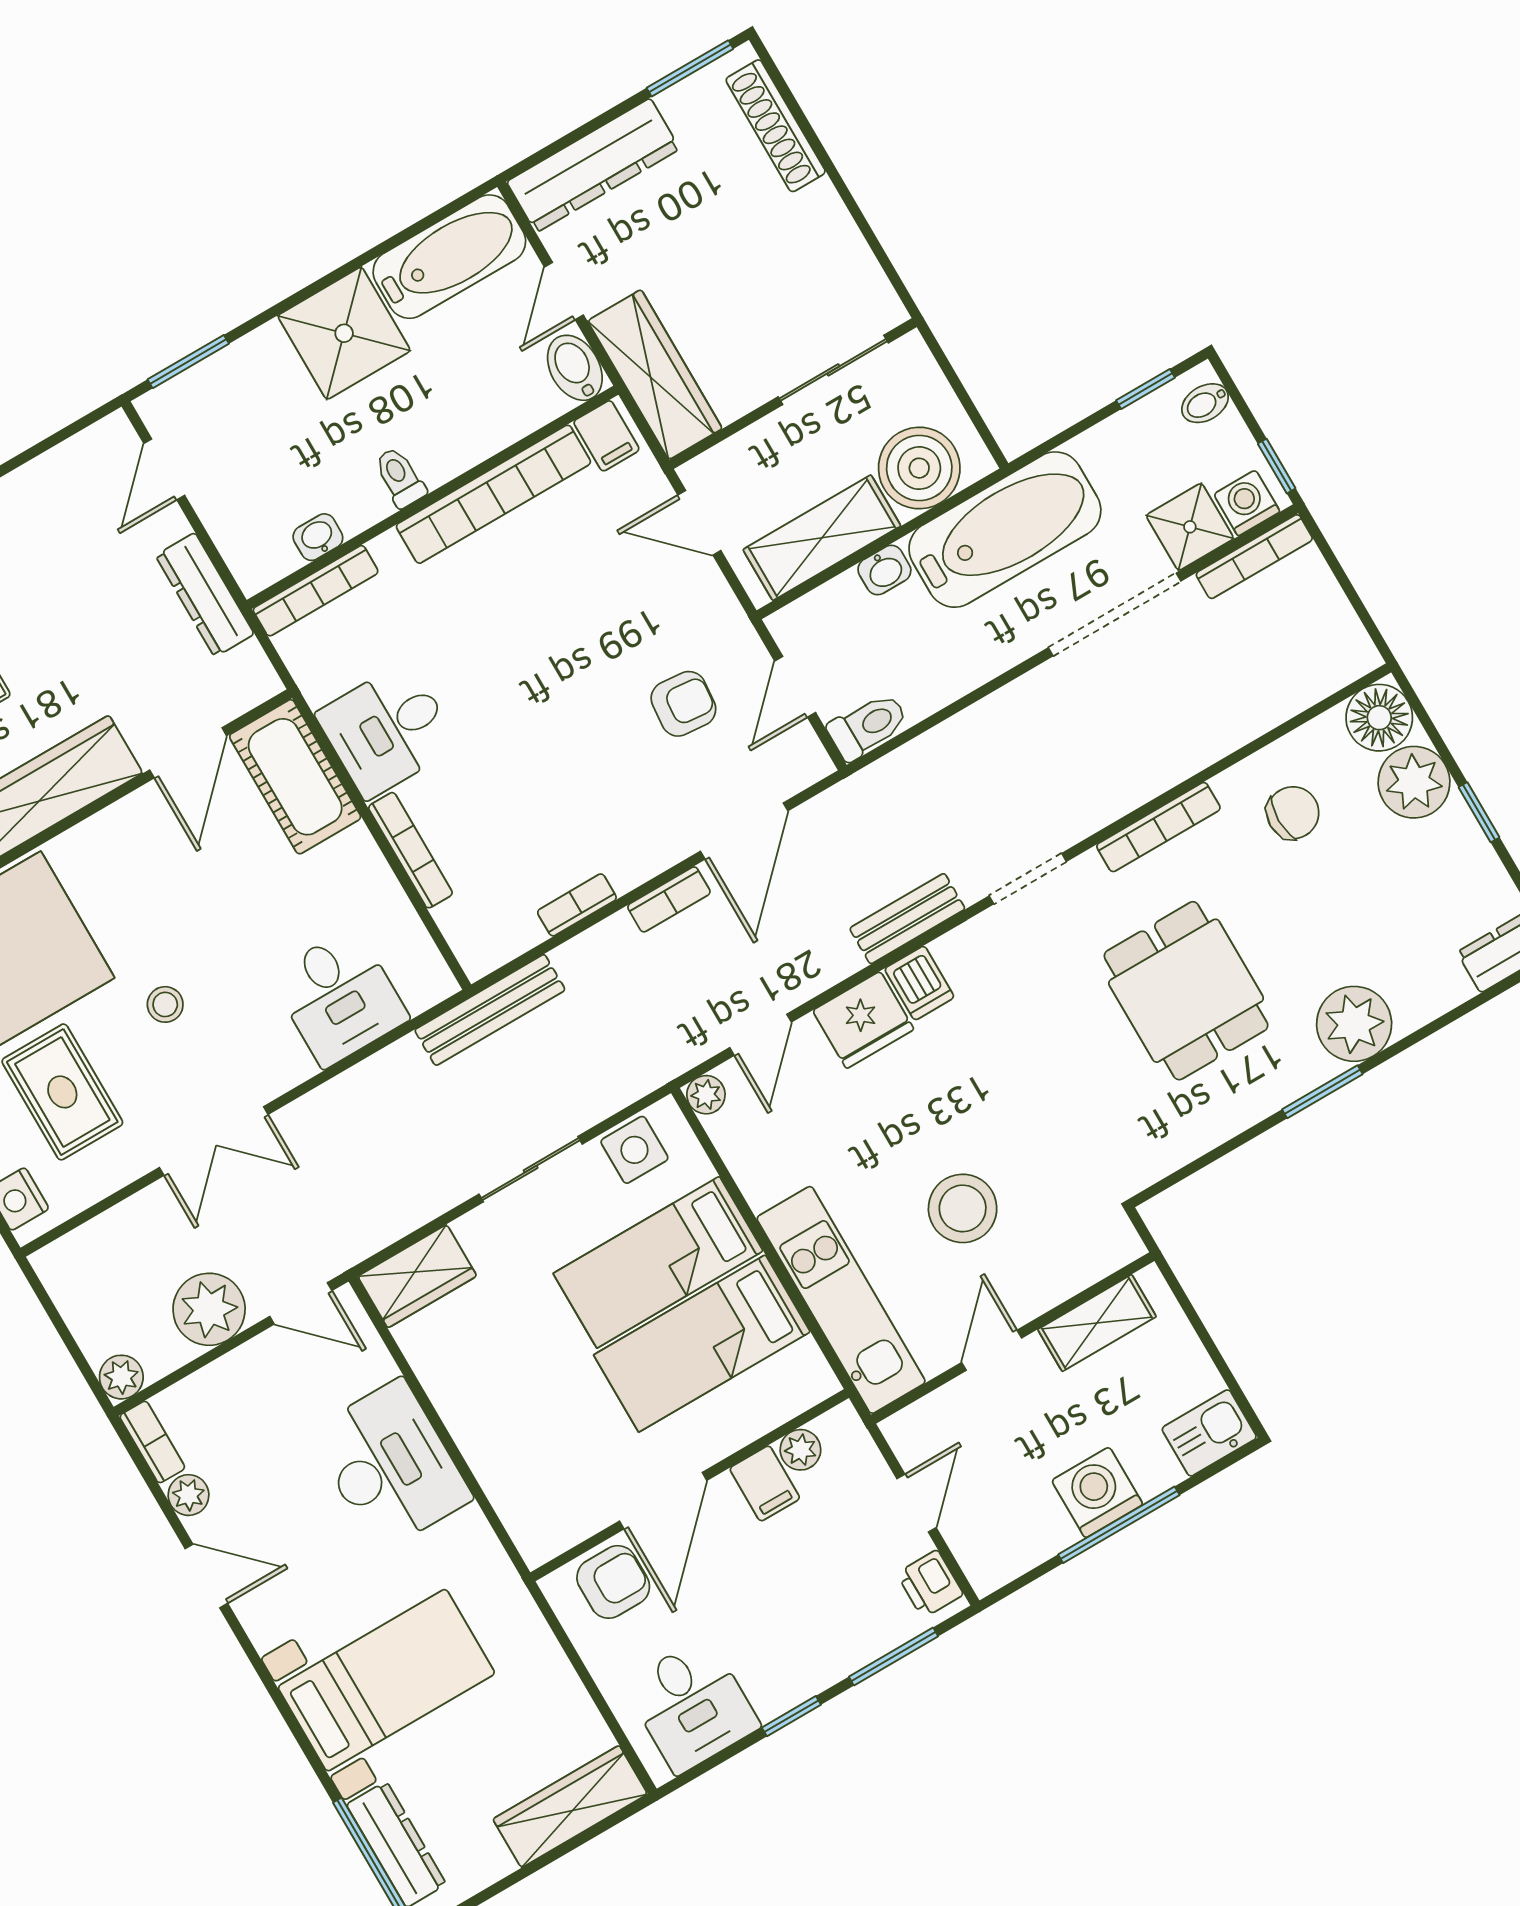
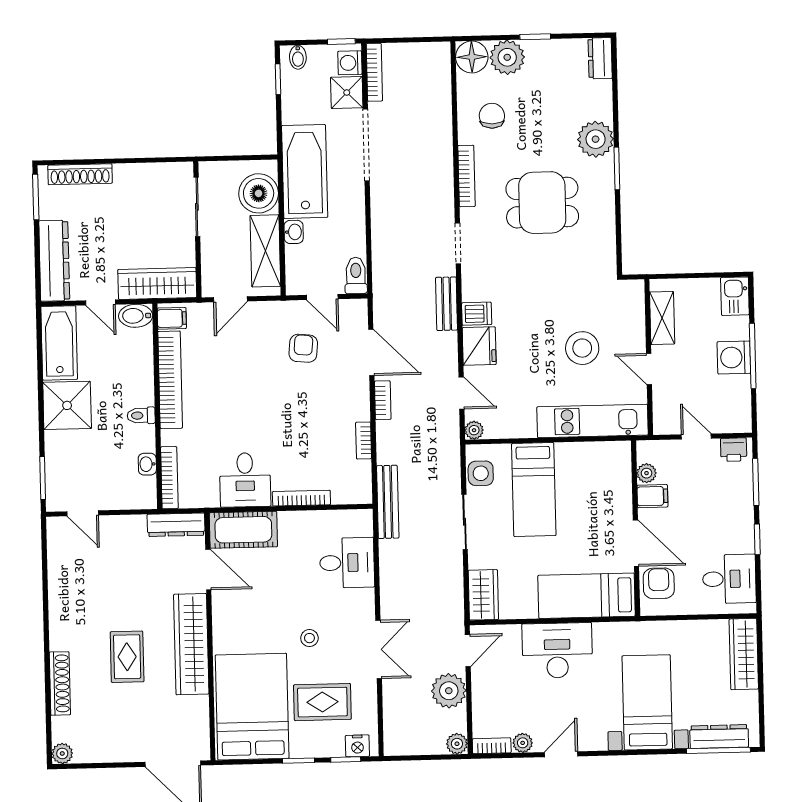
dresser: (205, 595) -> (176, 525), moved
bed: (702, 1343) -> (587, 596), moved, turned 90

